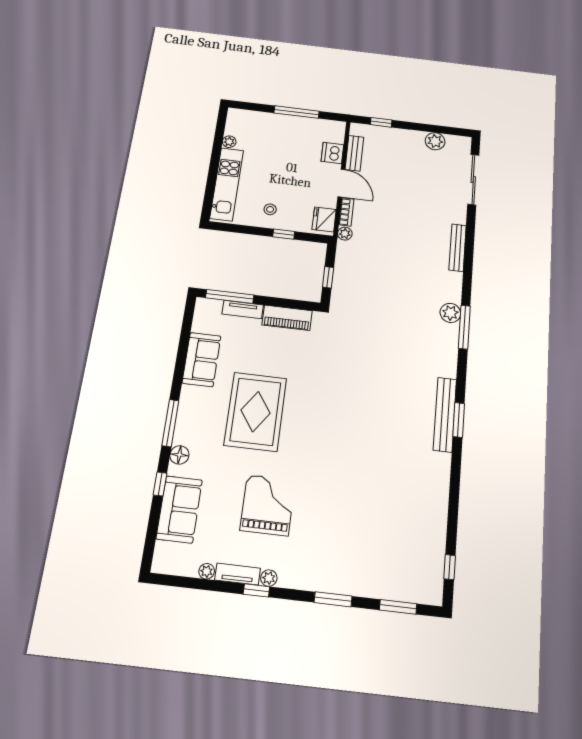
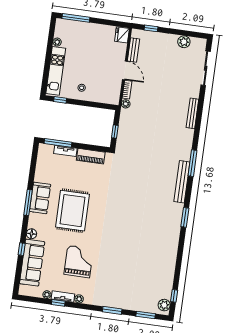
window: (297, 112) -> (76, 18), moved
dishwasher: (332, 153) -> (120, 50), removed
fridge: (324, 219) -> (122, 35), moved
window: (284, 234) -> (60, 100), moved
plant: (450, 313) -> (164, 305), moved
sofa: (202, 359) -> (40, 198), moved
bench: (445, 415) -> (182, 182), moved
window: (170, 423) -> (28, 202), moved
sofa: (179, 509) -> (32, 263), width x1.36
window: (256, 590) -> (58, 303), moved

